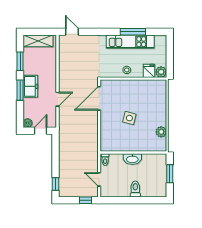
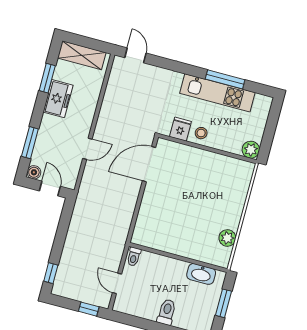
fridge: (149, 71) -> (180, 129), moved
freezer: (30, 86) -> (58, 99), moved
window: (20, 90) -> (30, 143), moved
side table: (129, 118) -> (186, 205), removed
door: (41, 131) -> (50, 189), hinge flipped
washbasin: (132, 159) -> (201, 274), moved

